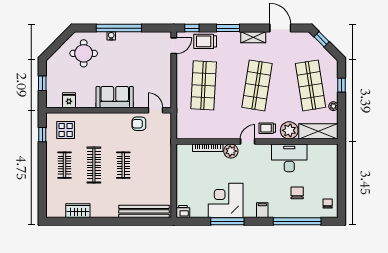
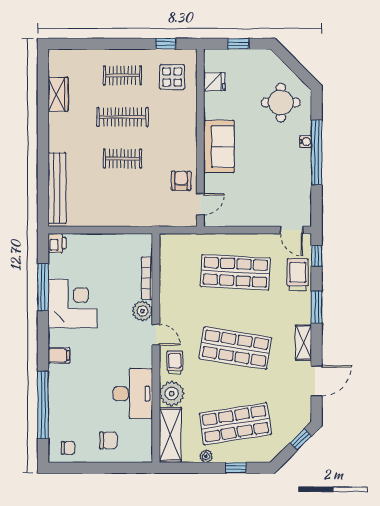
chair: (297, 193) -> (108, 440), moved
window: (227, 221) -> (43, 287), moved

